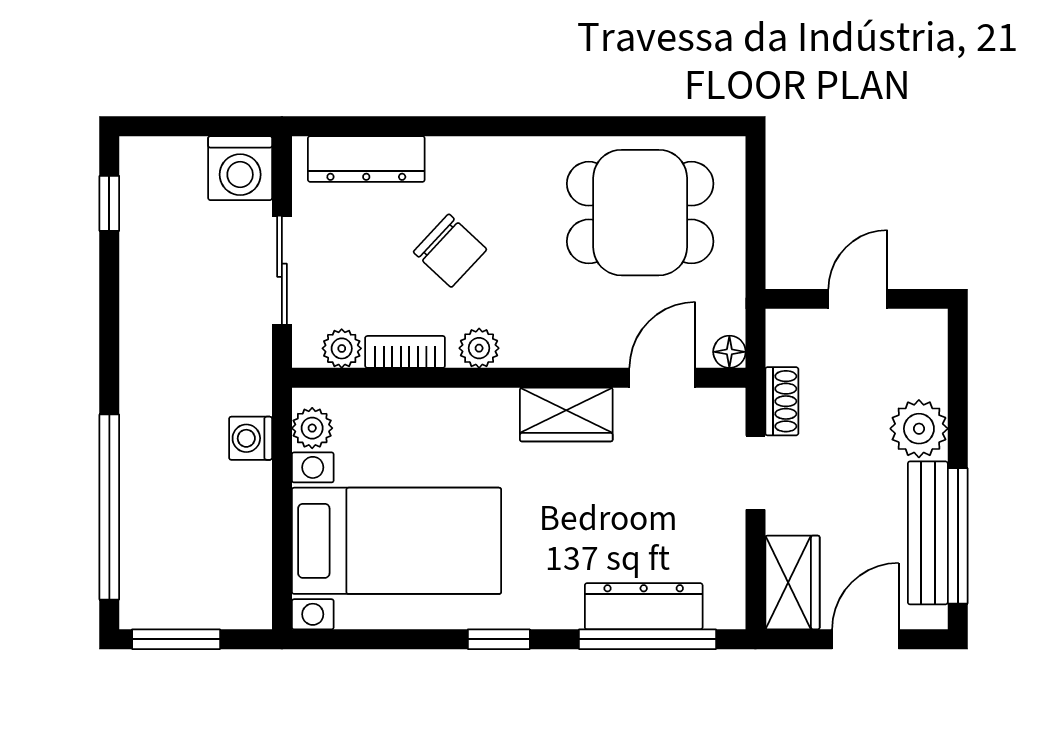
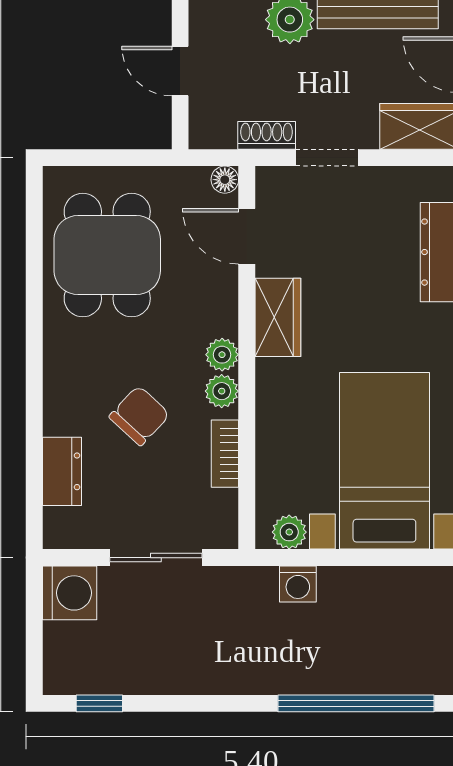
dresser: (366, 159) -> (62, 471), width x0.70
plant: (342, 348) -> (222, 355), moved

